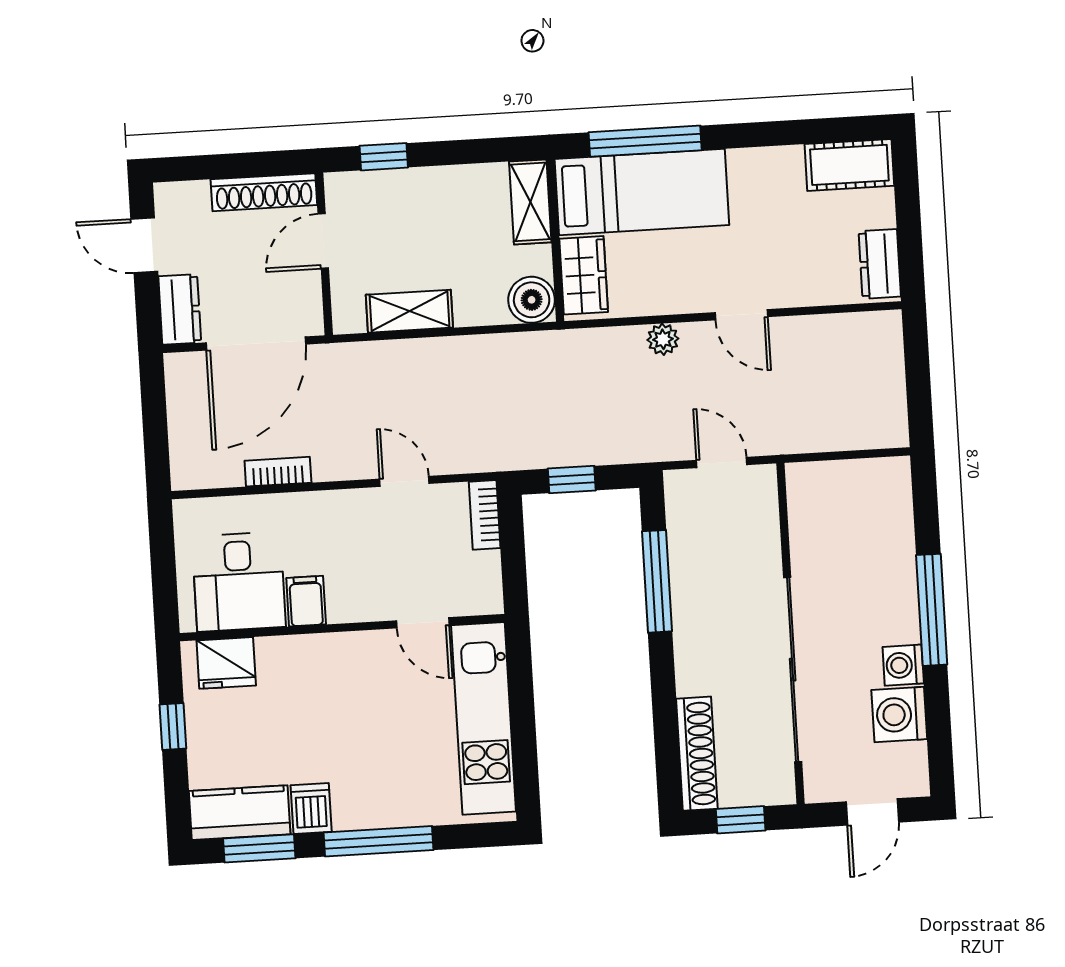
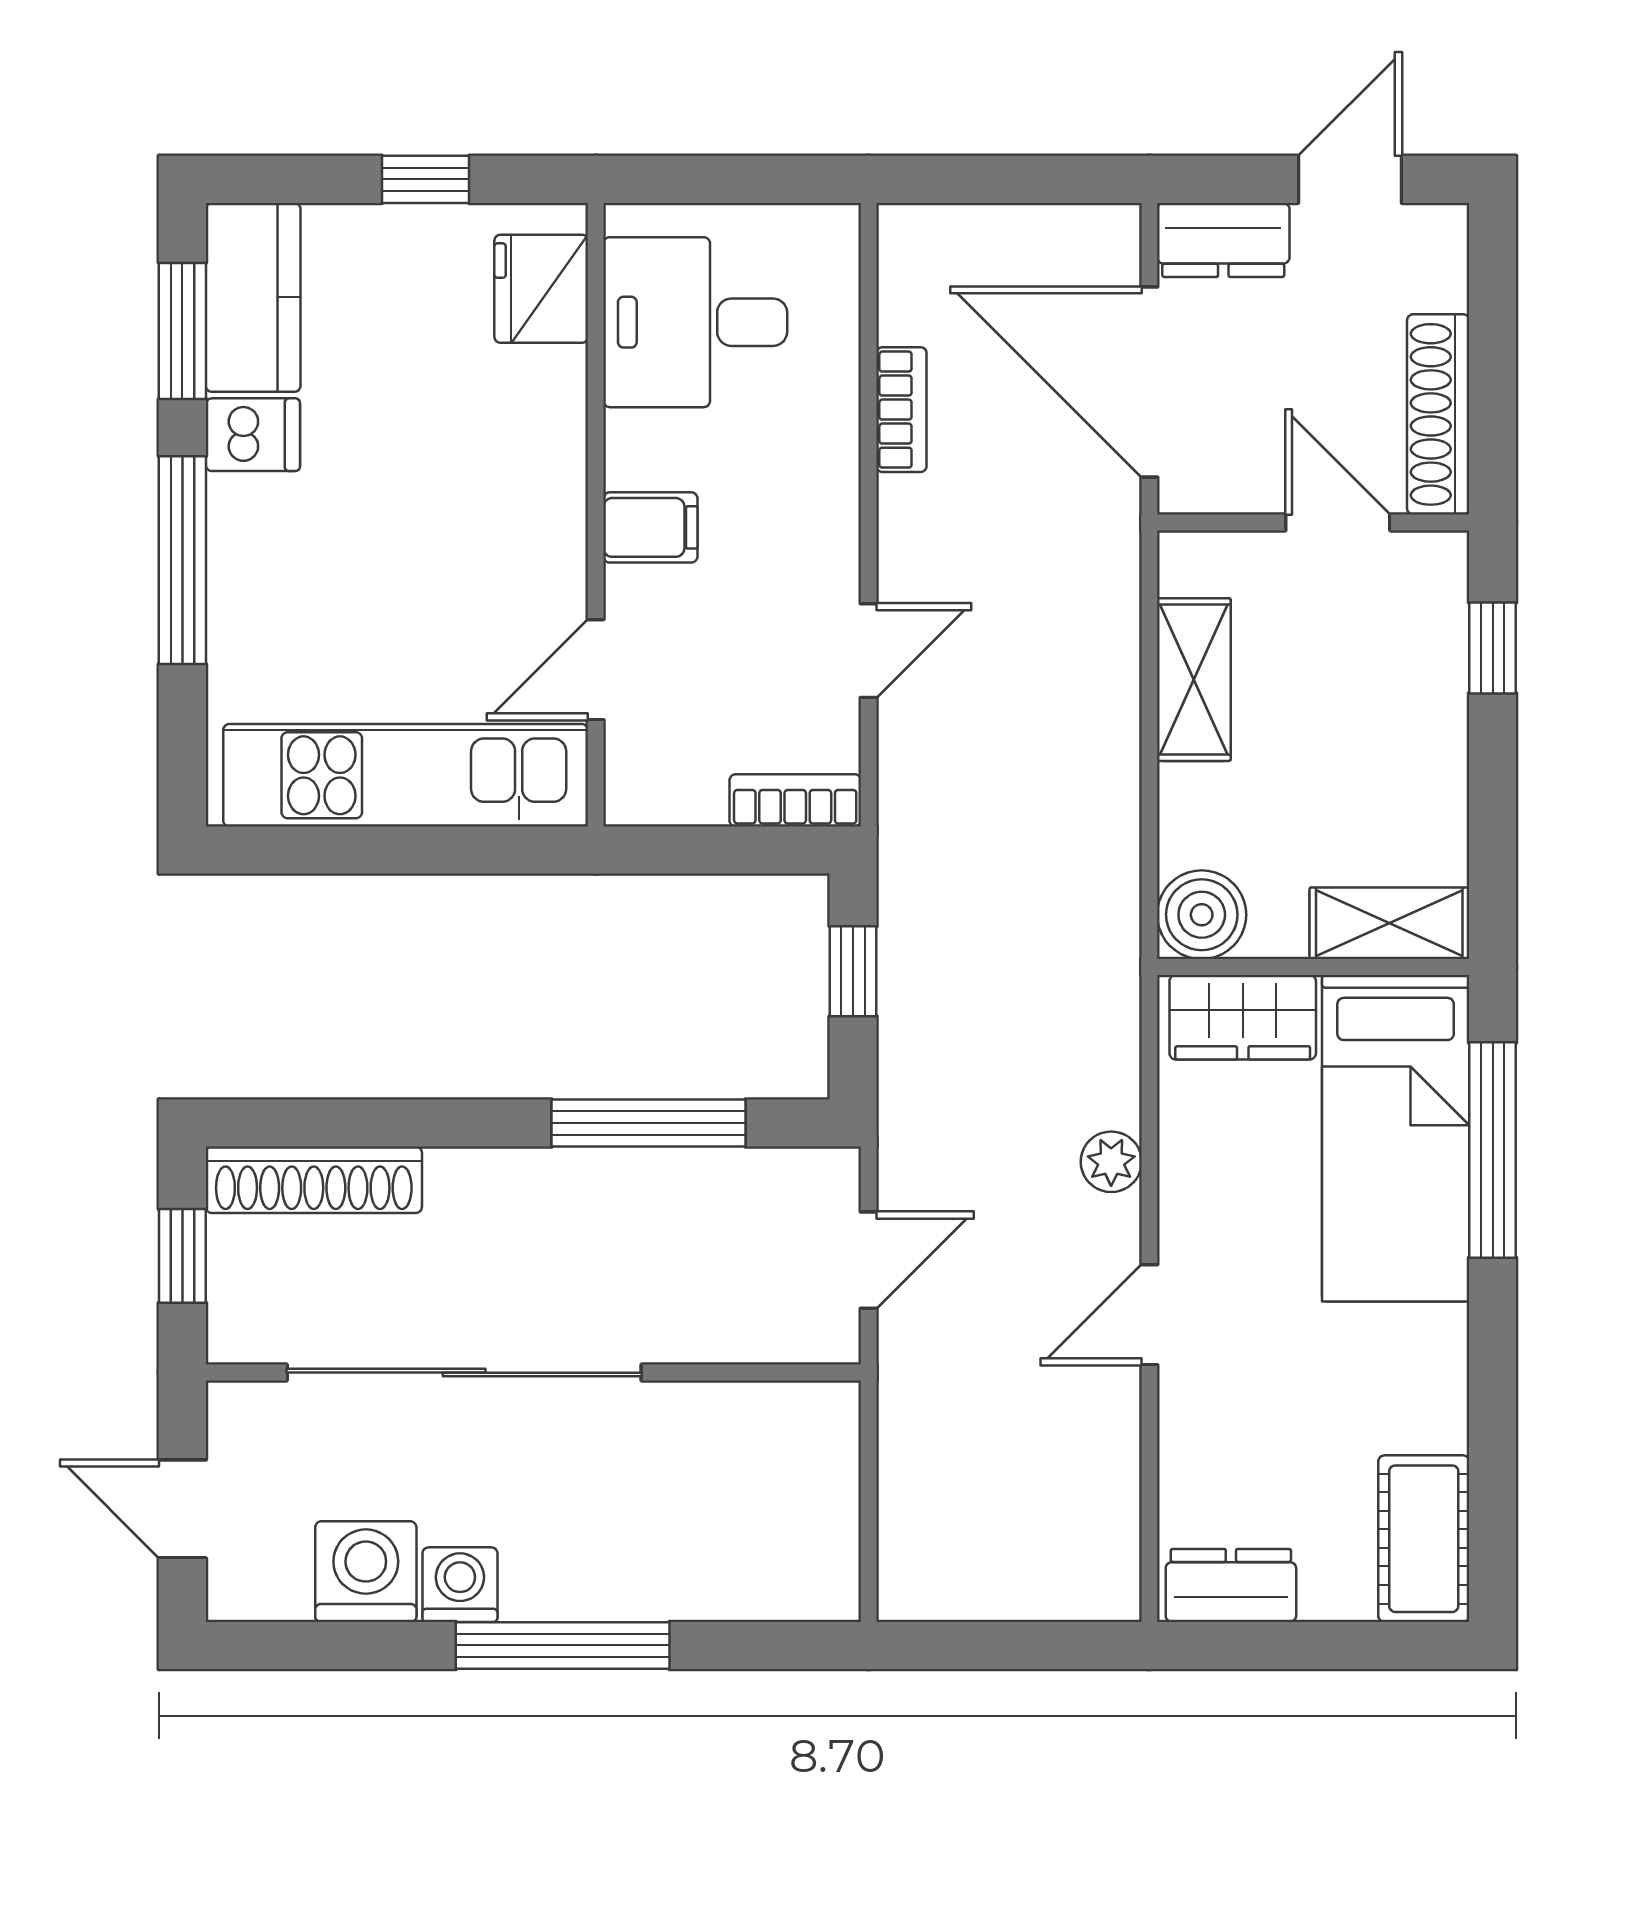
filing cabinet: (306, 601) -> (650, 527), moved

